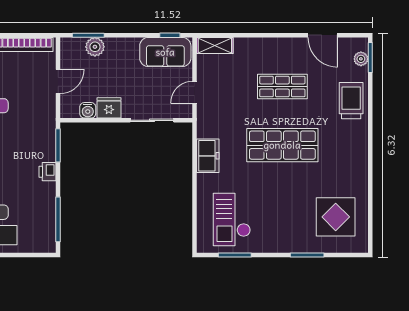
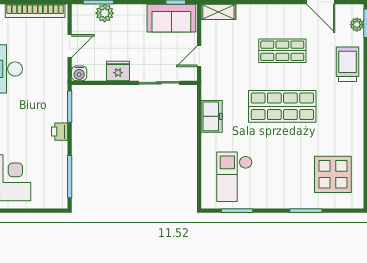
water cooler: (88, 110) -> (79, 73), moved

